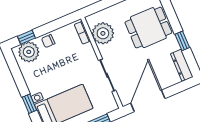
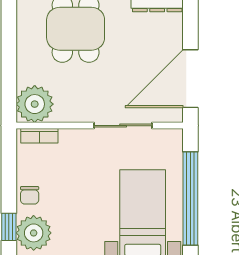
plant: (103, 33) -> (35, 104), moved
door: (148, 101) -> (190, 79), hinge flipped

